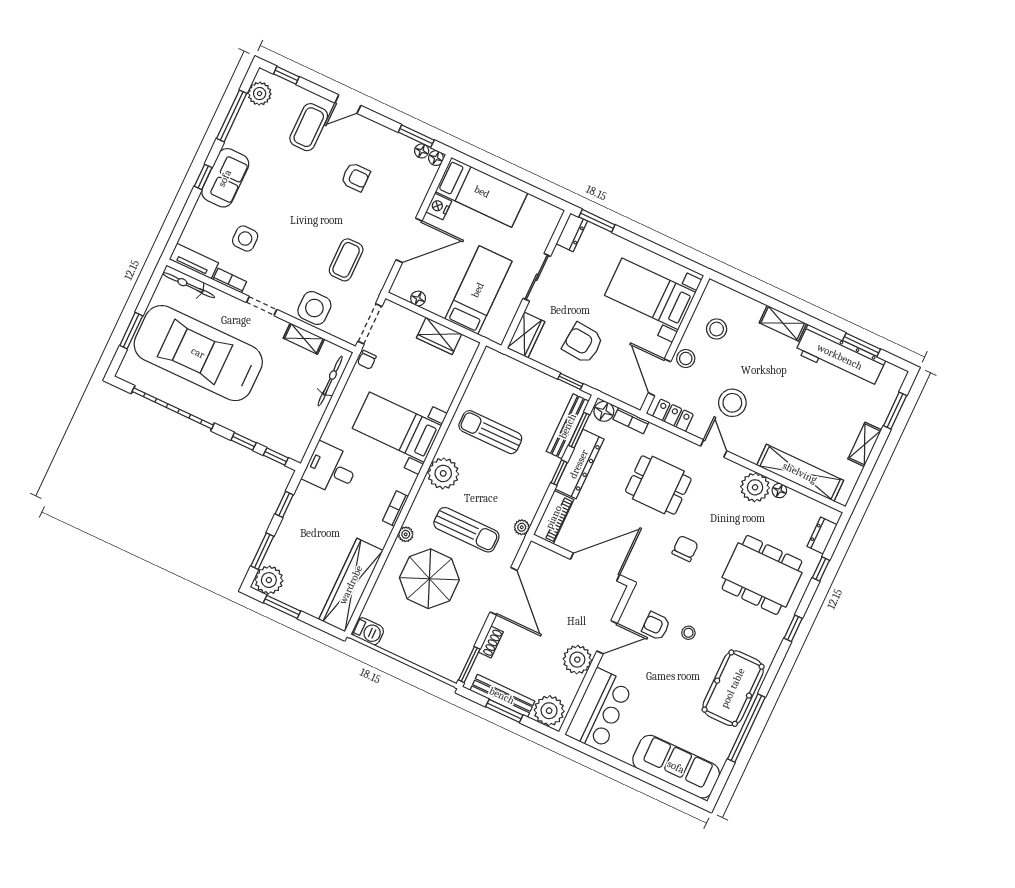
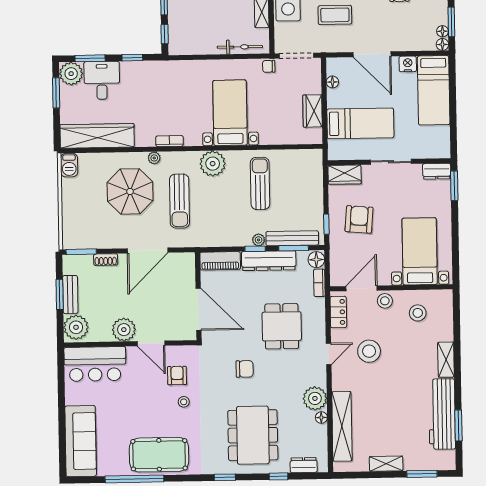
desk: (331, 469) -> (102, 80), moved
plant: (522, 527) -> (259, 240), moved
bench: (502, 696) -> (70, 294), width x0.73

